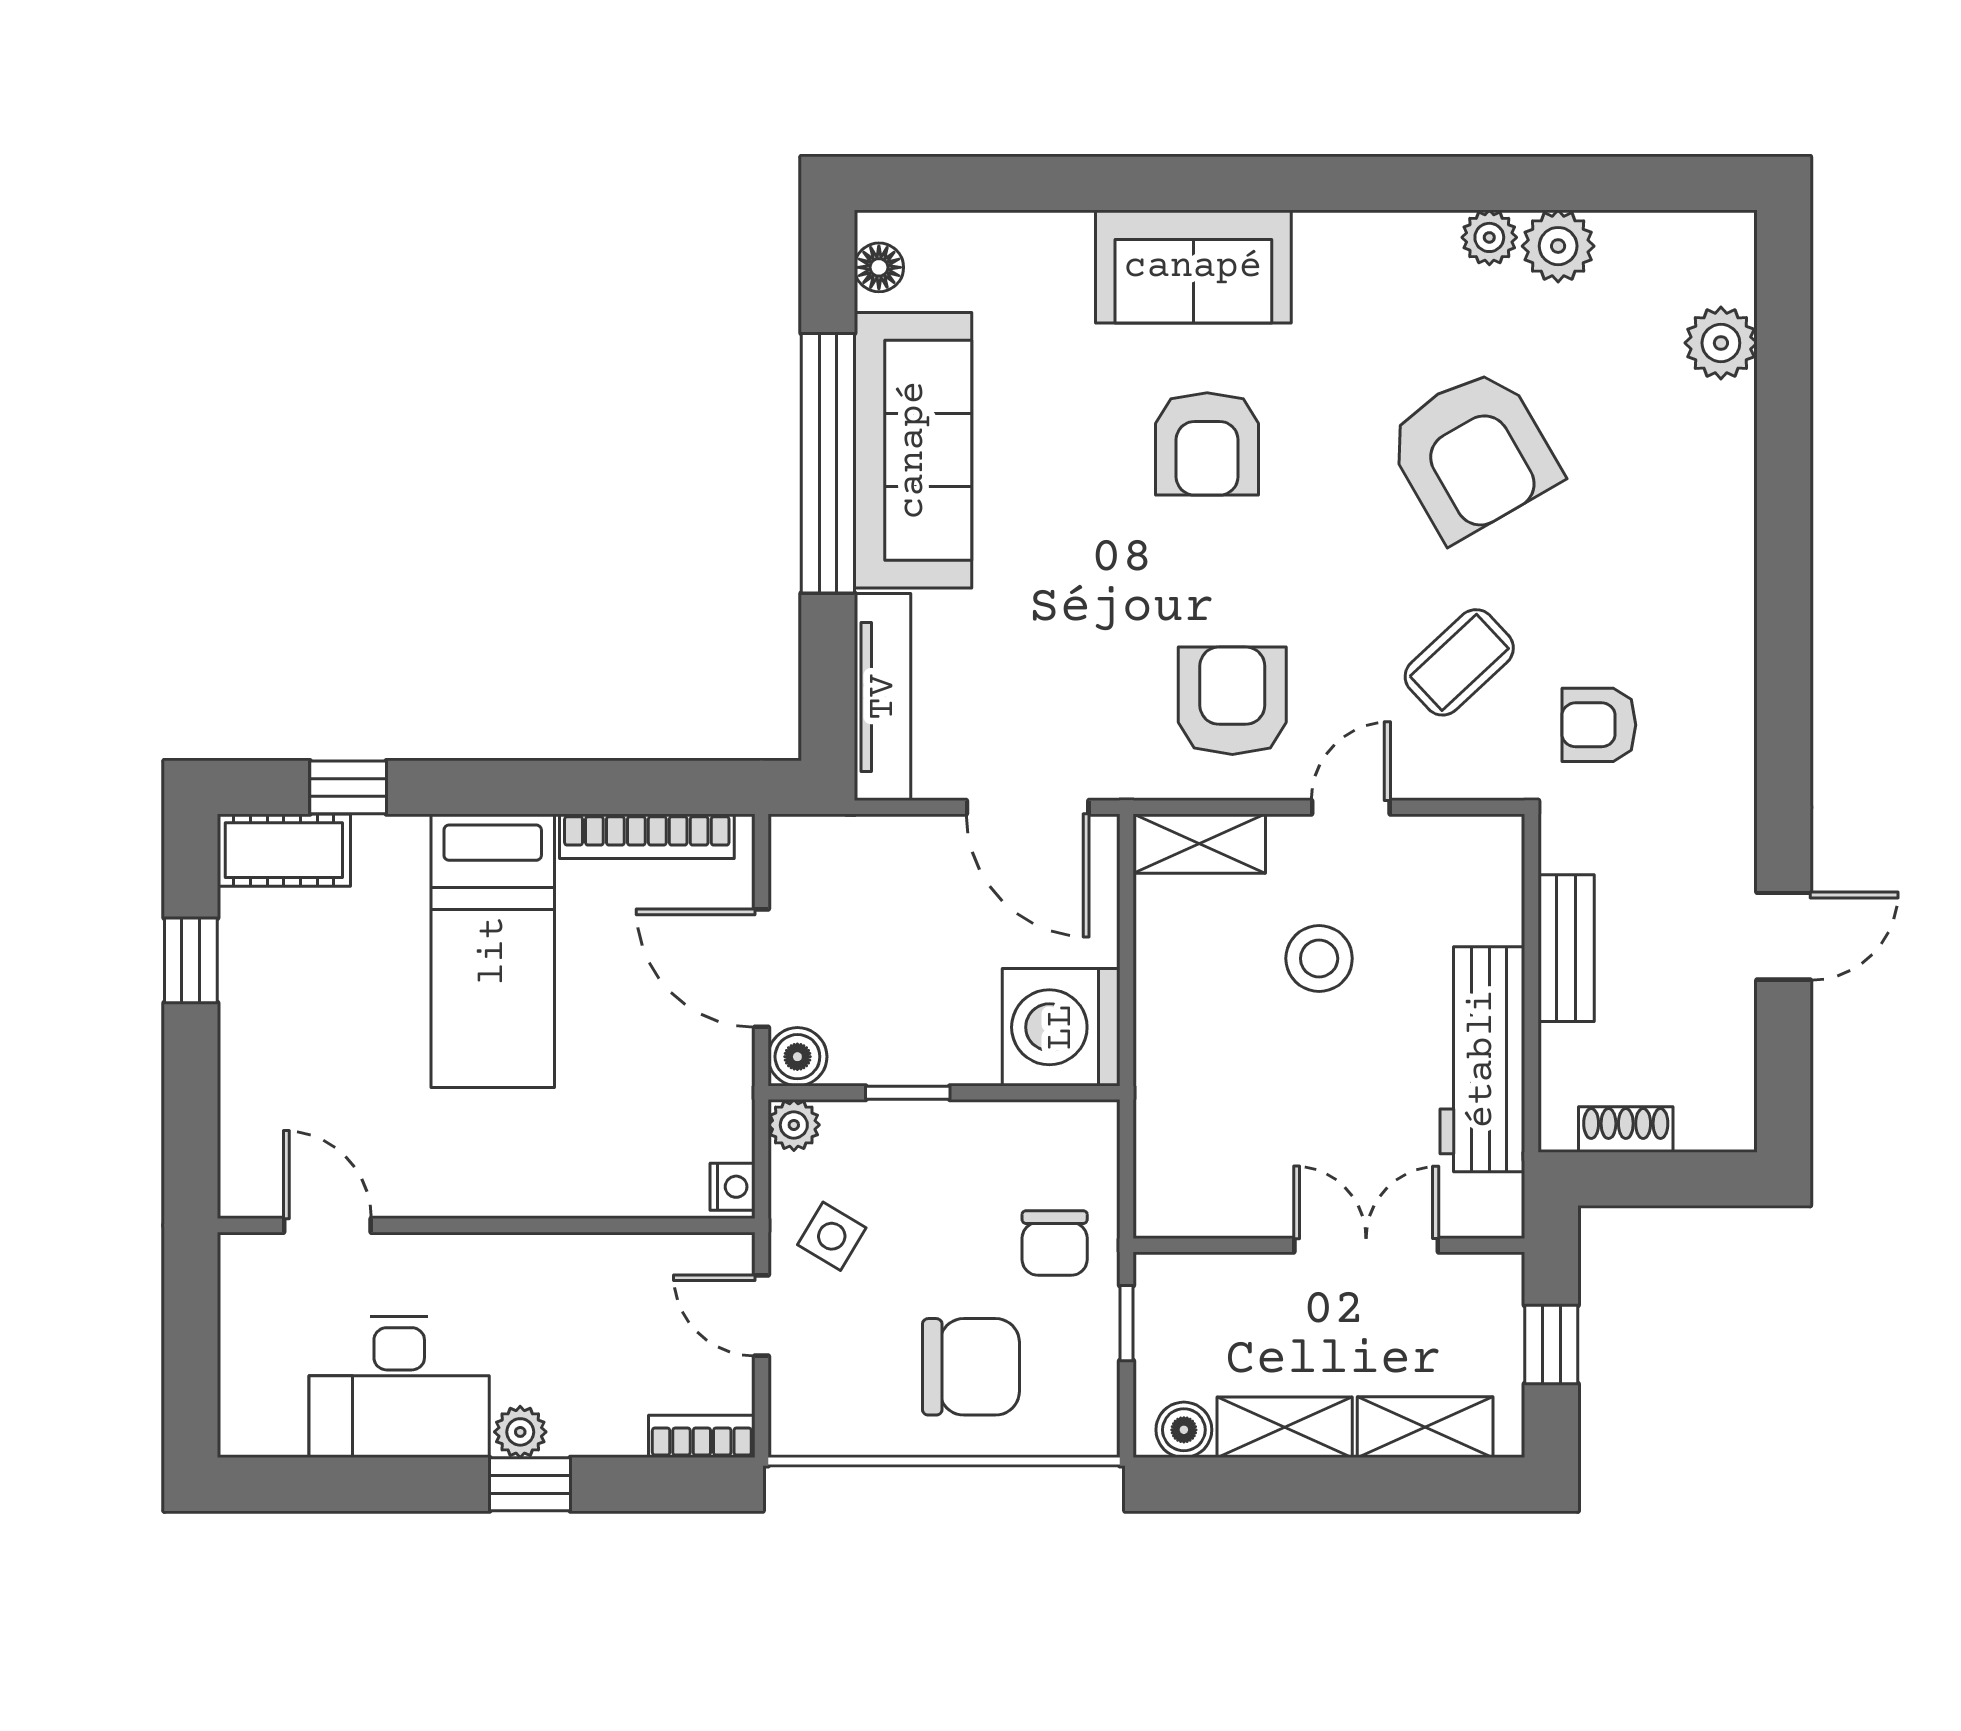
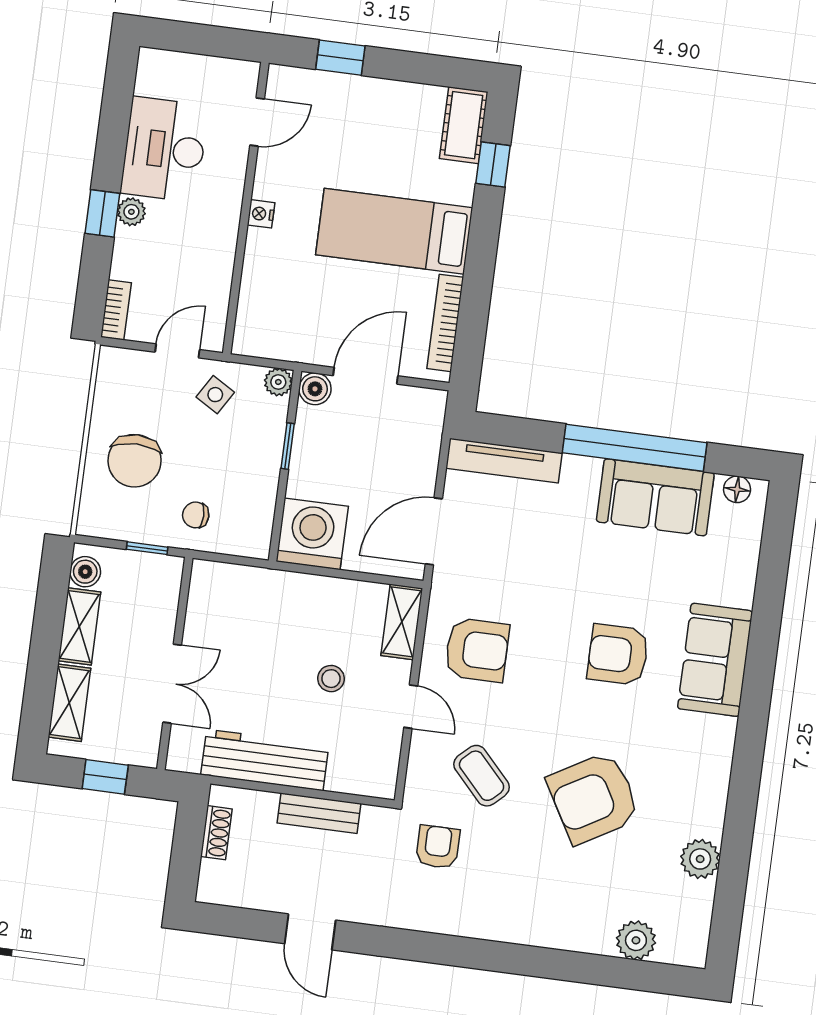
plant: (1489, 237) -> (710, 822), removed
sofa: (913, 450) -> (655, 497), width x0.73
stool: (1319, 958) -> (331, 679), width x0.73, depth x0.73
window: (191, 960) -> (340, 58), moved
nightstand: (733, 1187) -> (261, 214), moved, turned 90
chair: (1055, 1243) -> (196, 515), width x0.73, depth x0.73

